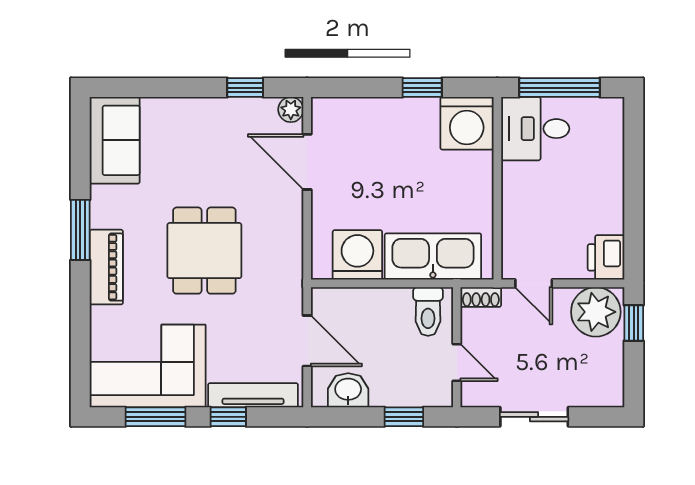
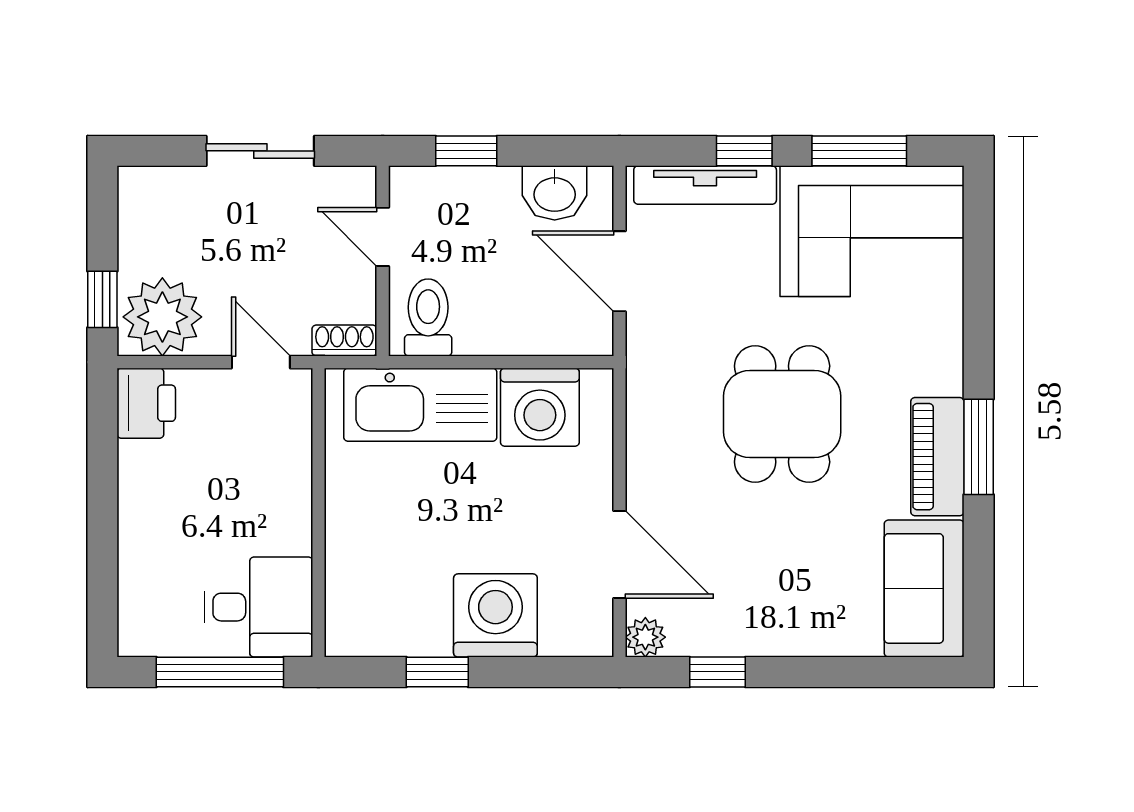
washing machine: (467, 123) -> (495, 615), moved
piano: (106, 267) -> (937, 457), moved

